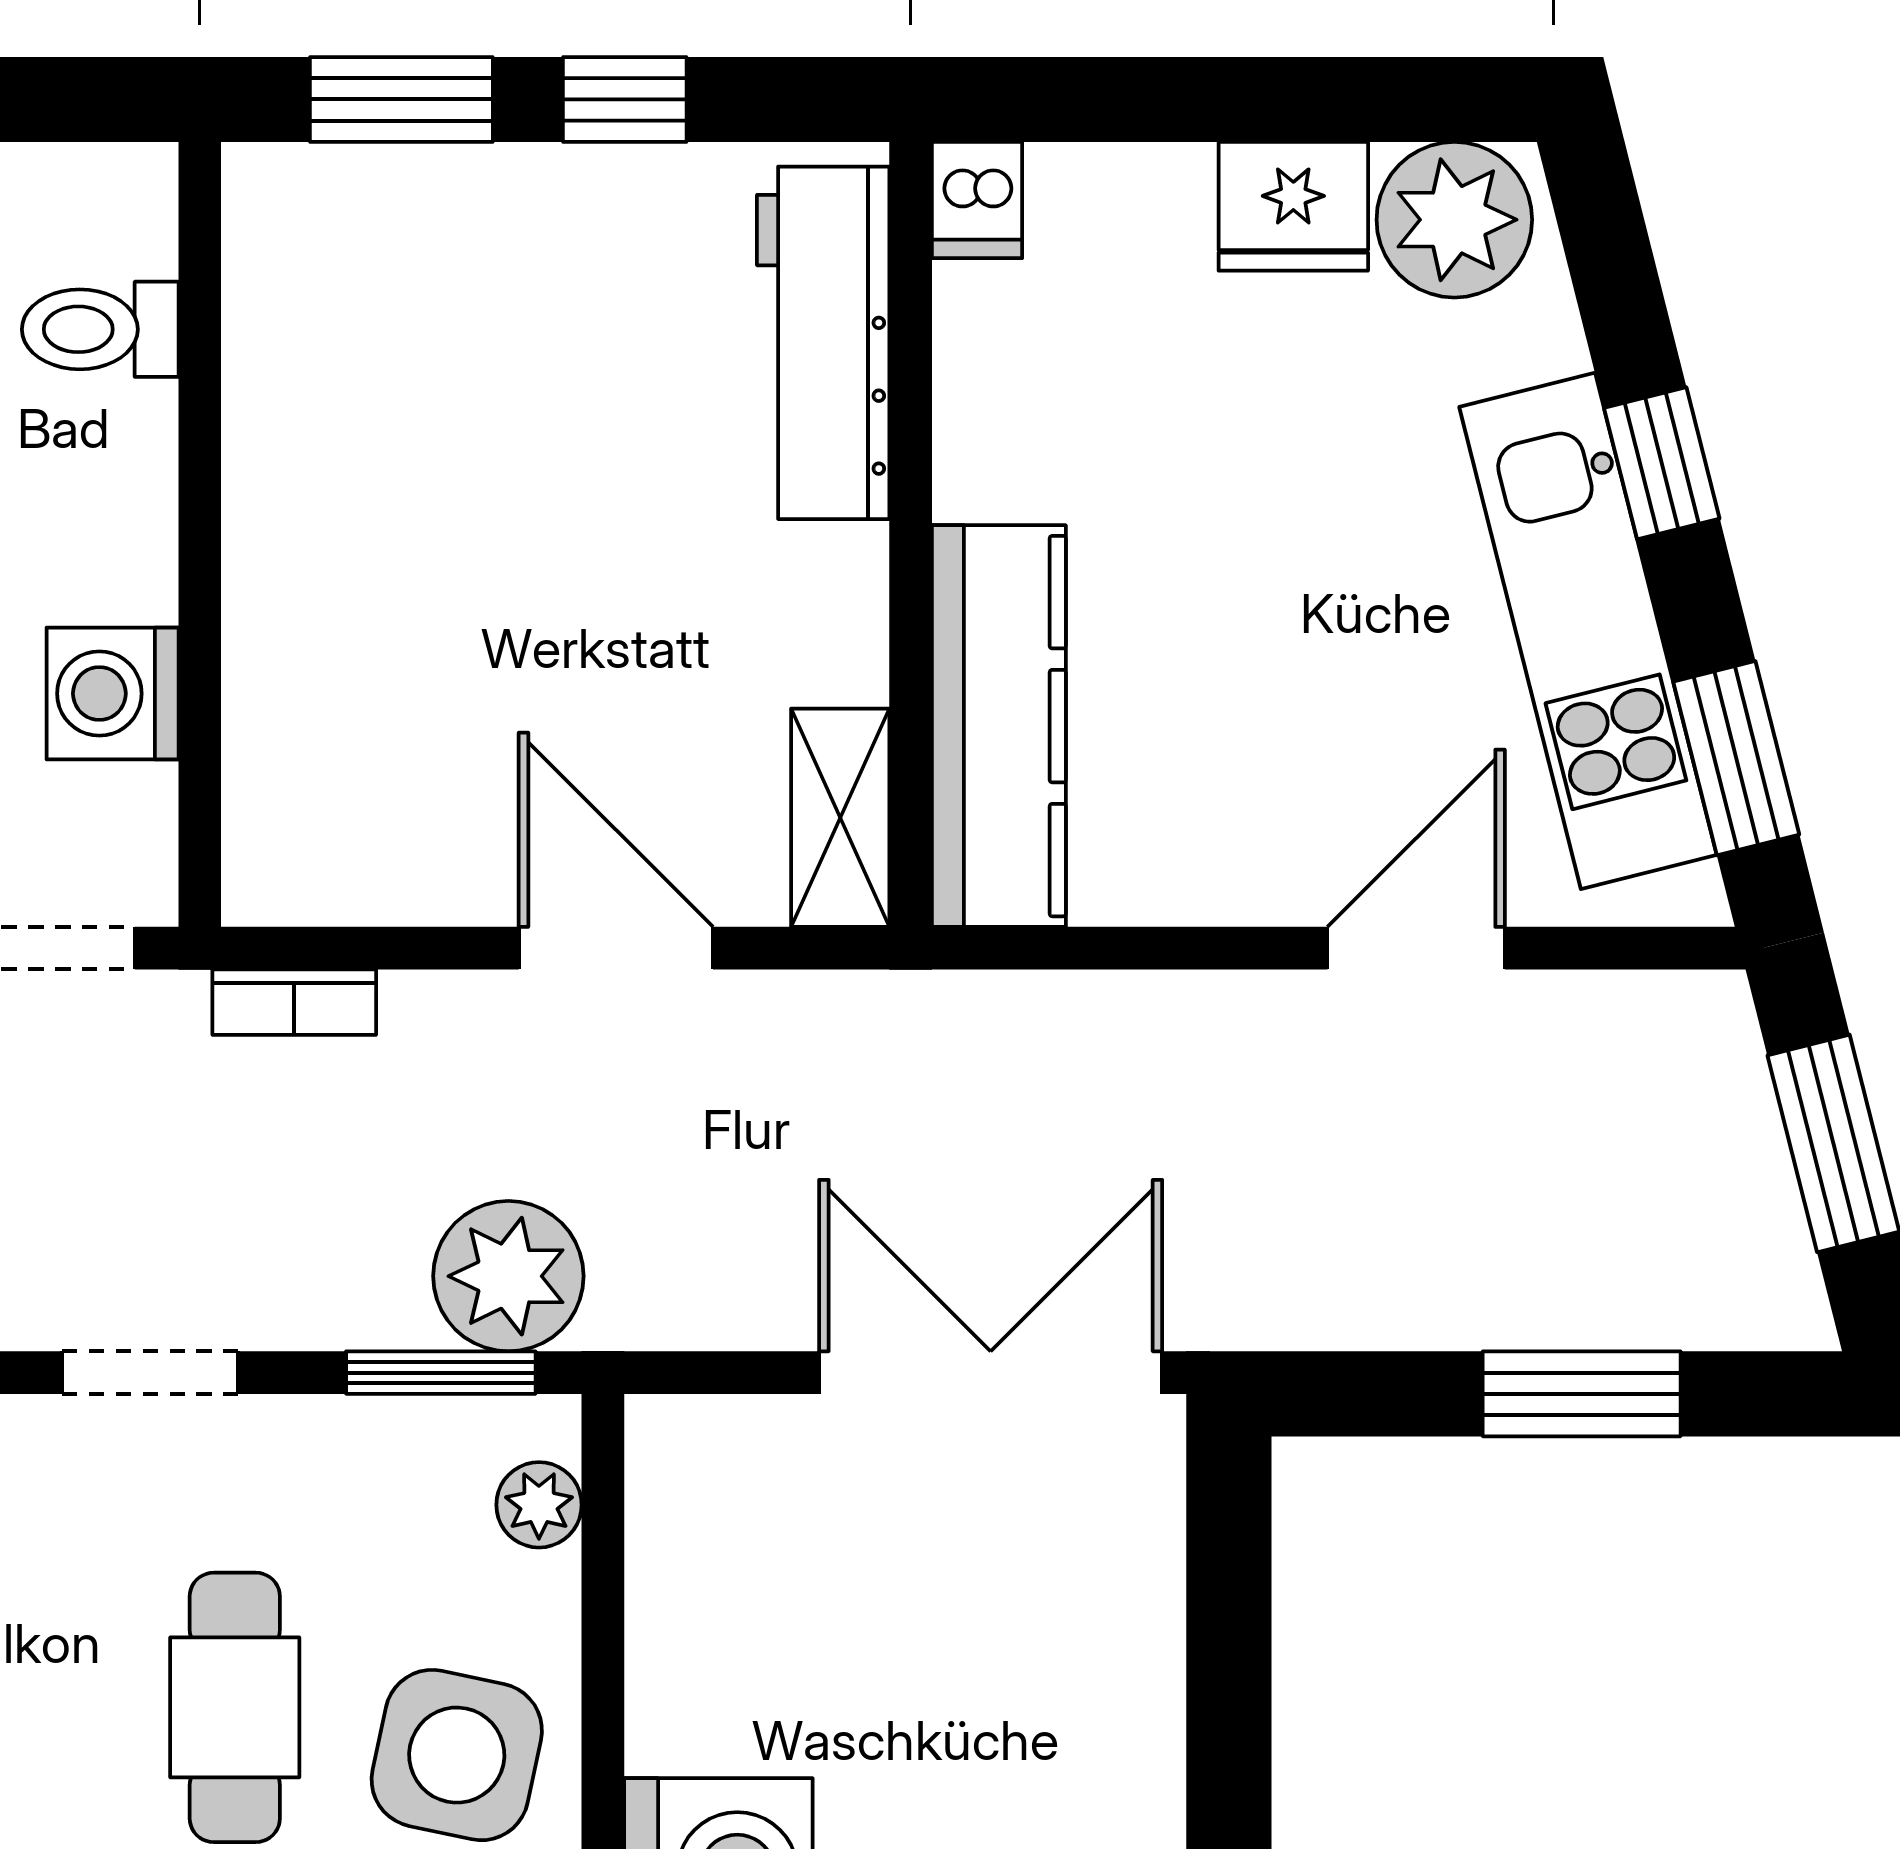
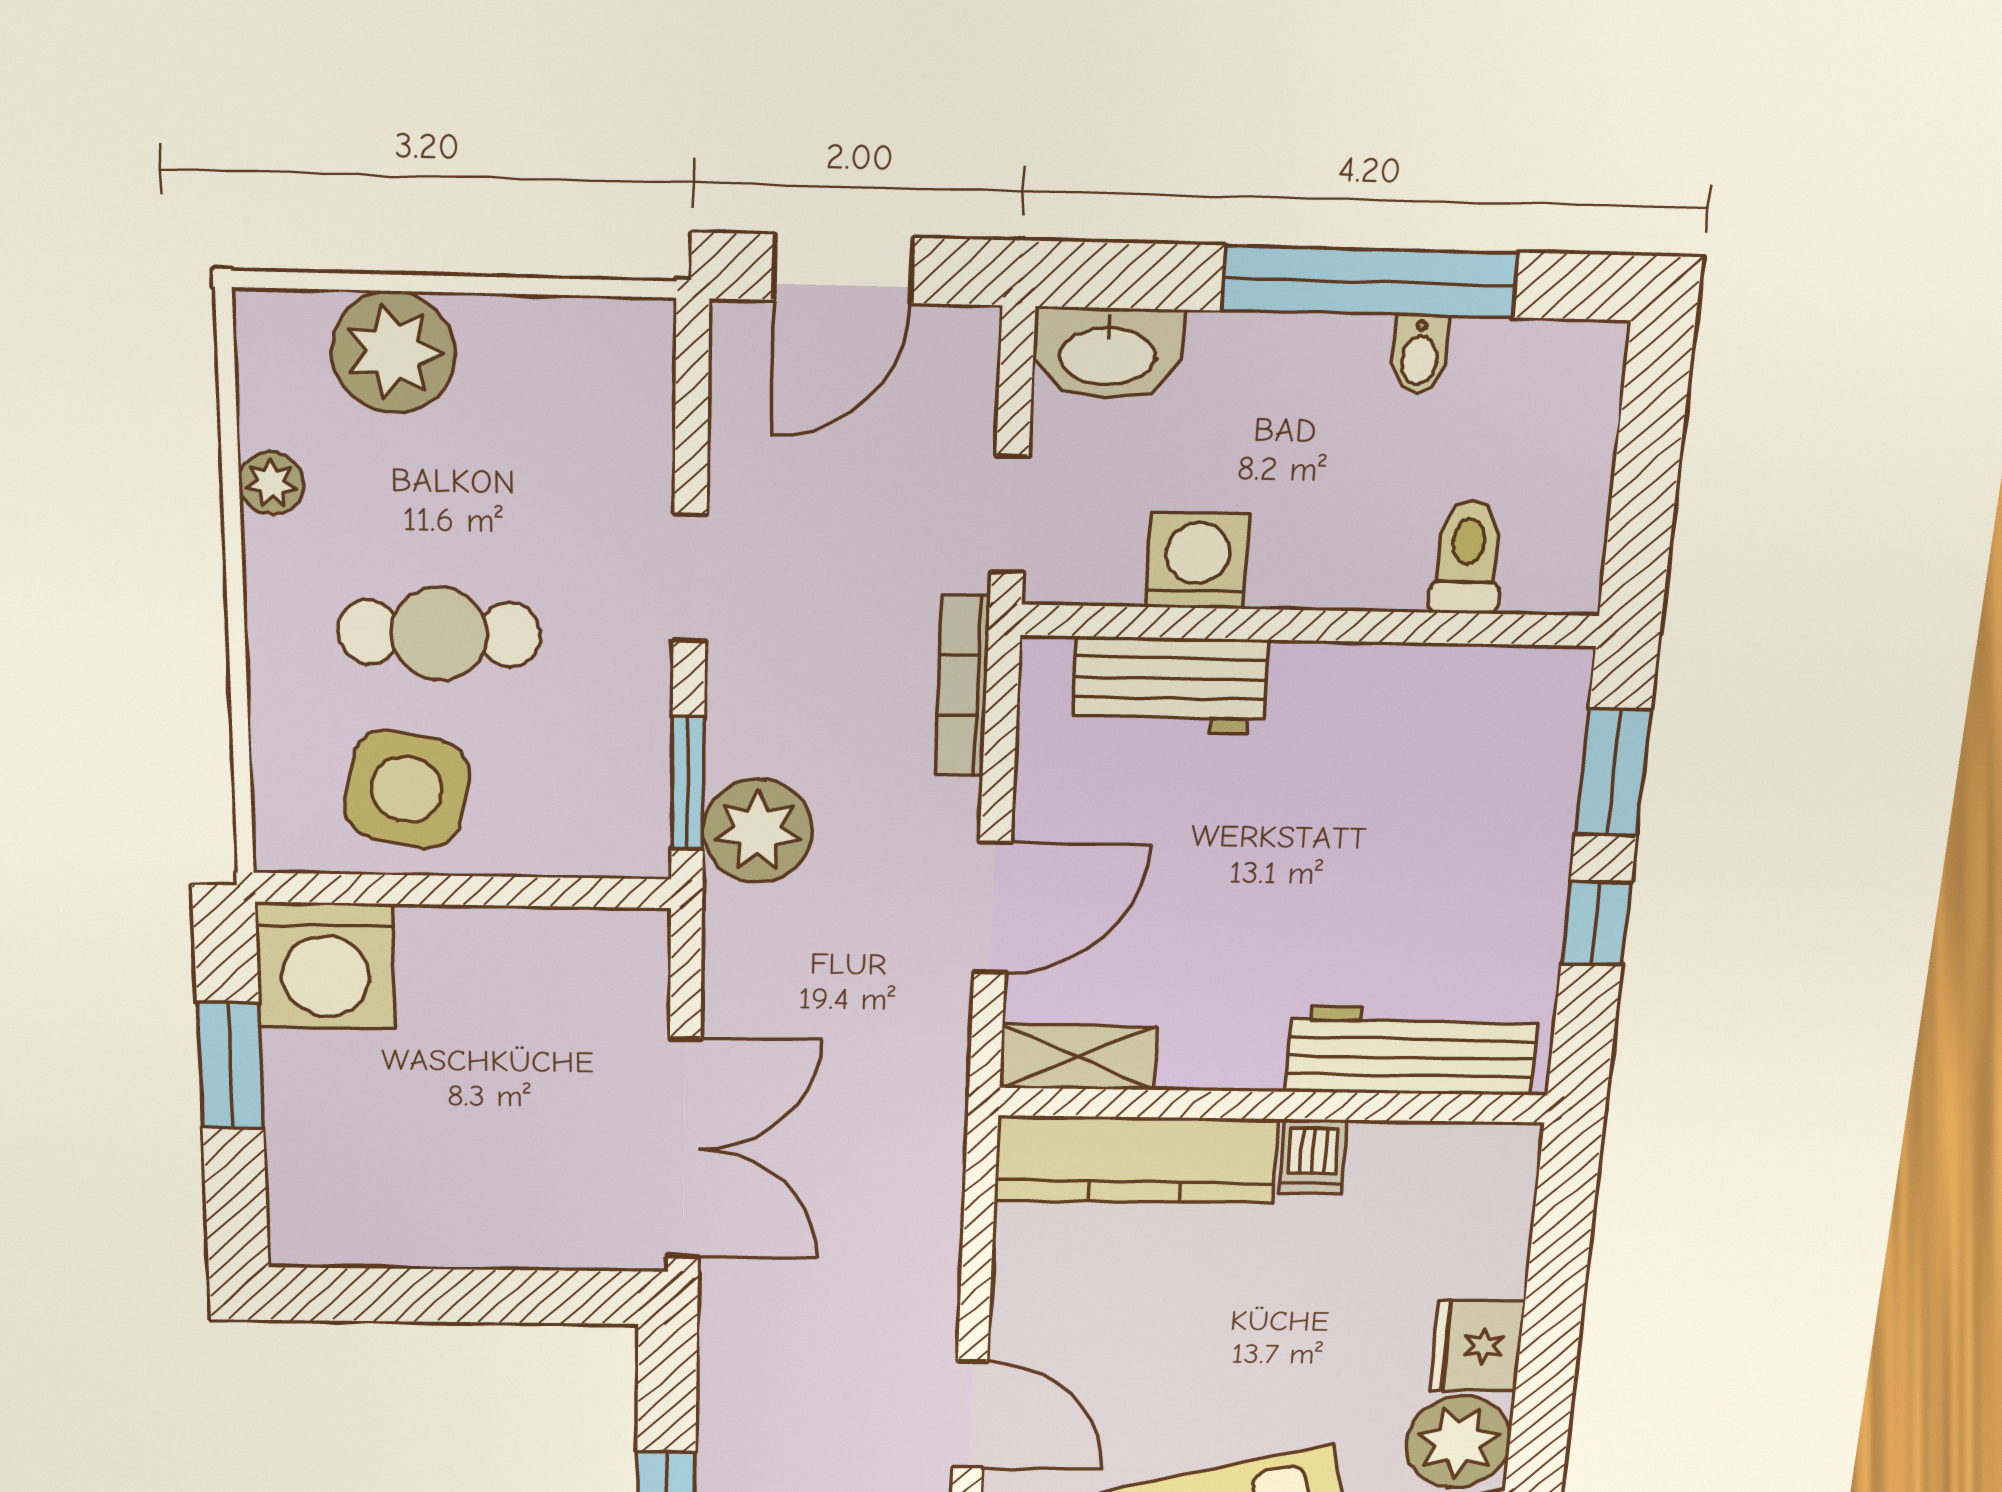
dishwasher: (977, 200) -> (1313, 1156), moved, turned -90
workbench: (288, 720) -> (1170, 686), added
bookcase: (294, 1002) -> (962, 686), width x1.56
plant: (539, 1505) -> (591, 849), removed

